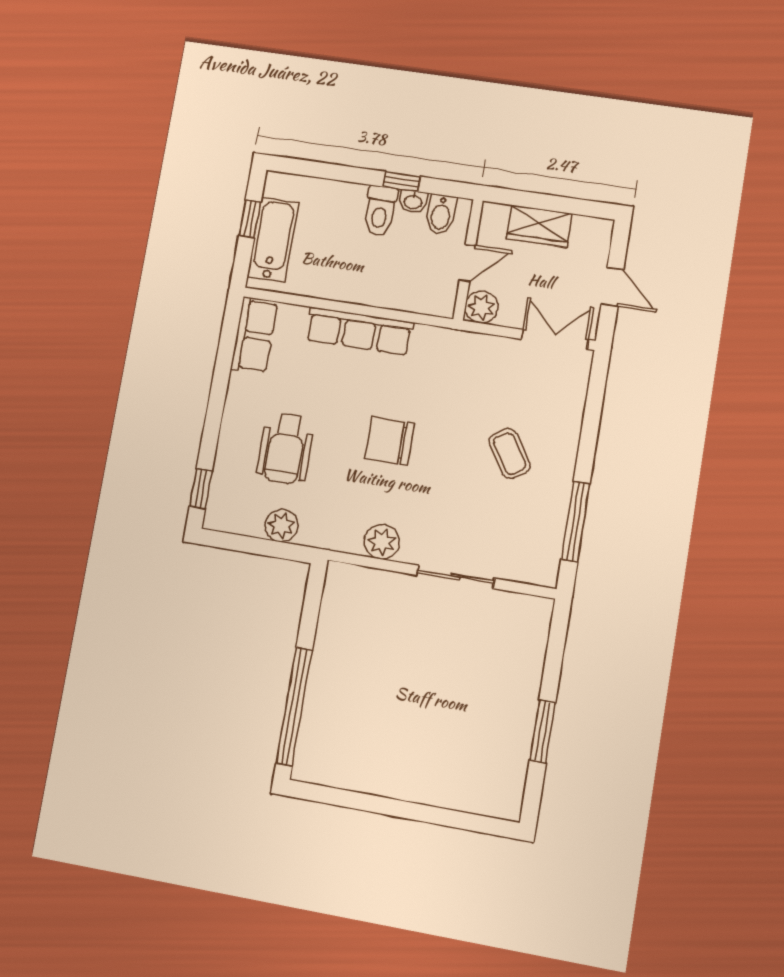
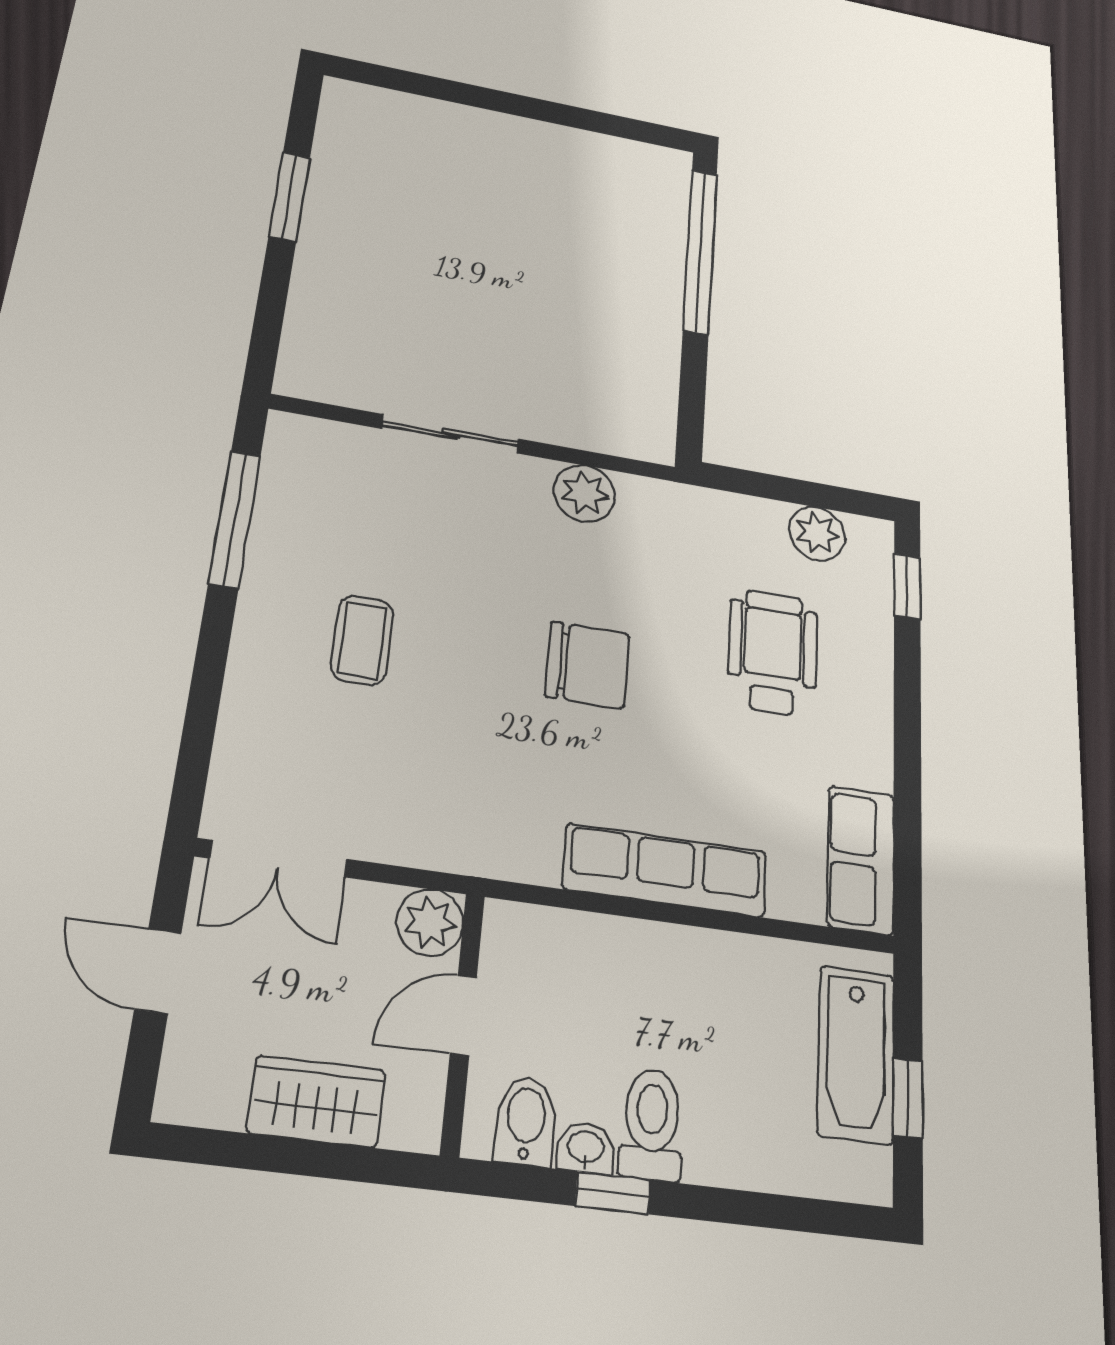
coffee table: (509, 454) -> (362, 640), turned 33
plant: (281, 526) -> (817, 533), moved

